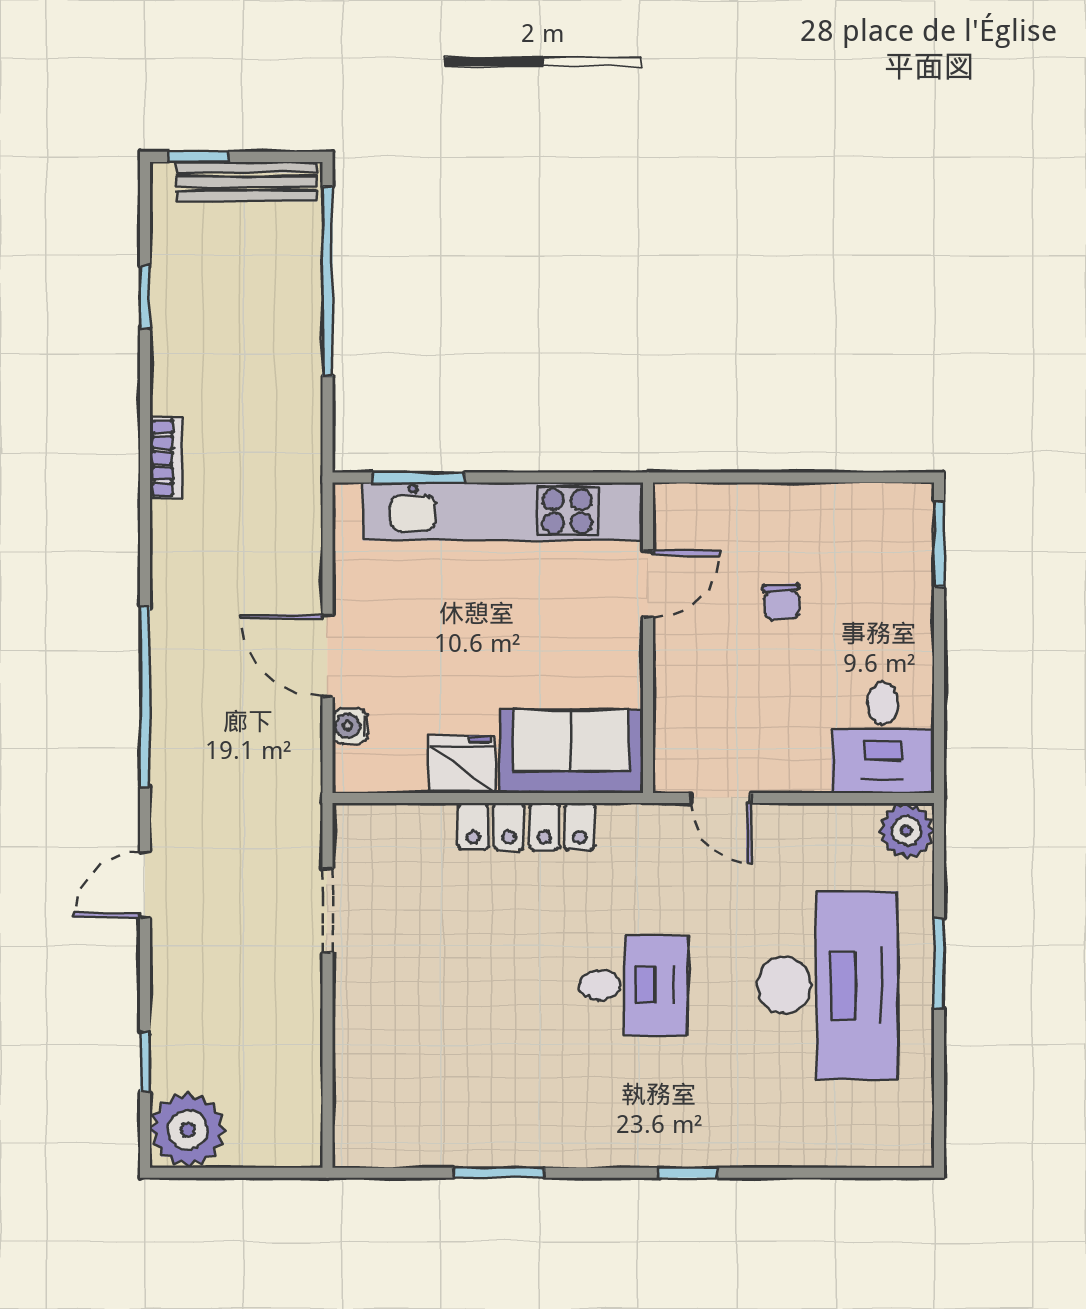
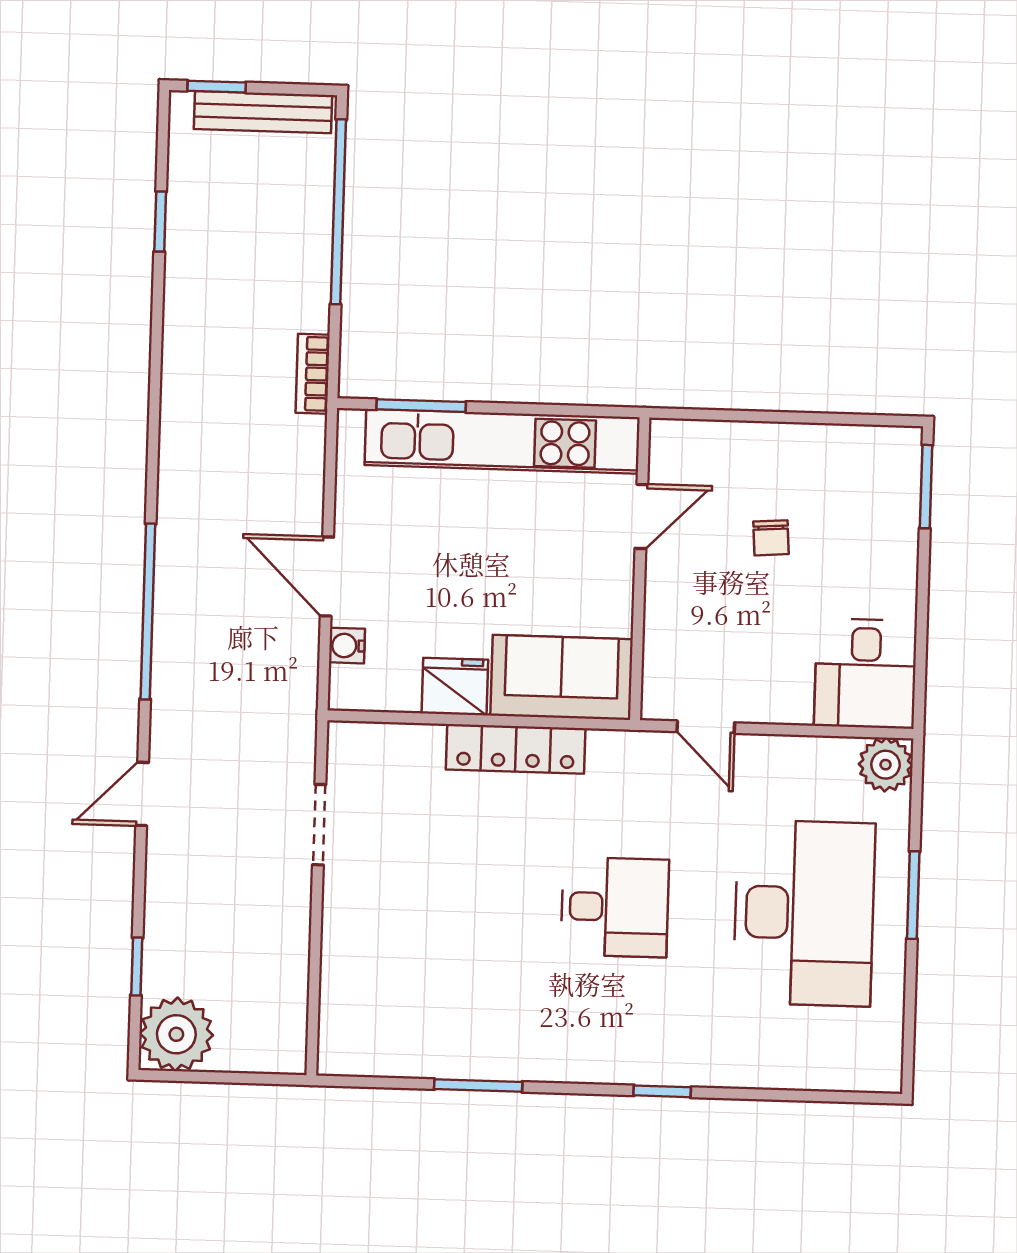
bookcase: (166, 458) -> (313, 374), moved, turned 180

